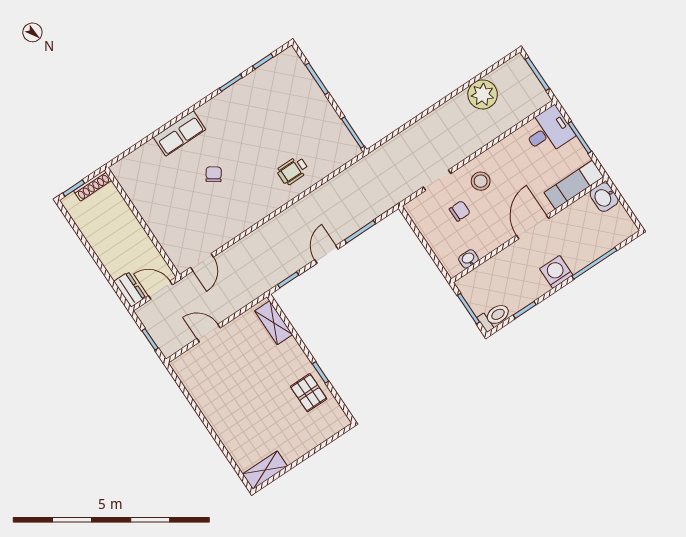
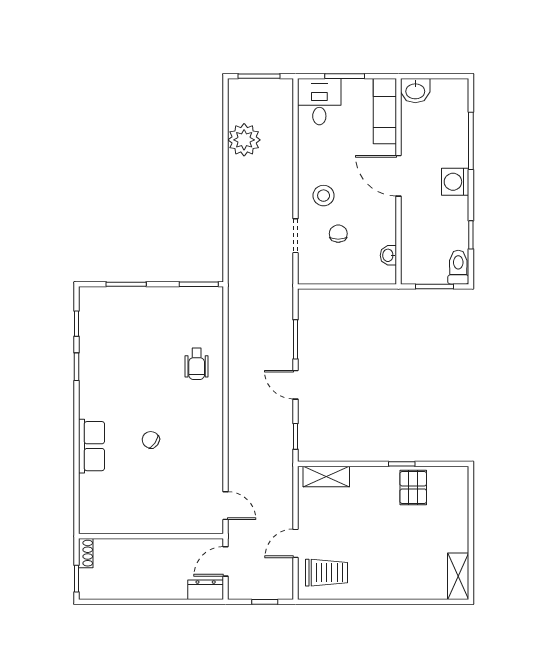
shoe rack: (93, 185) -> (86, 553), width x0.70
trolley: (202, 371) -> (326, 573), added
pallet: (309, 393) -> (413, 487), turned 90

